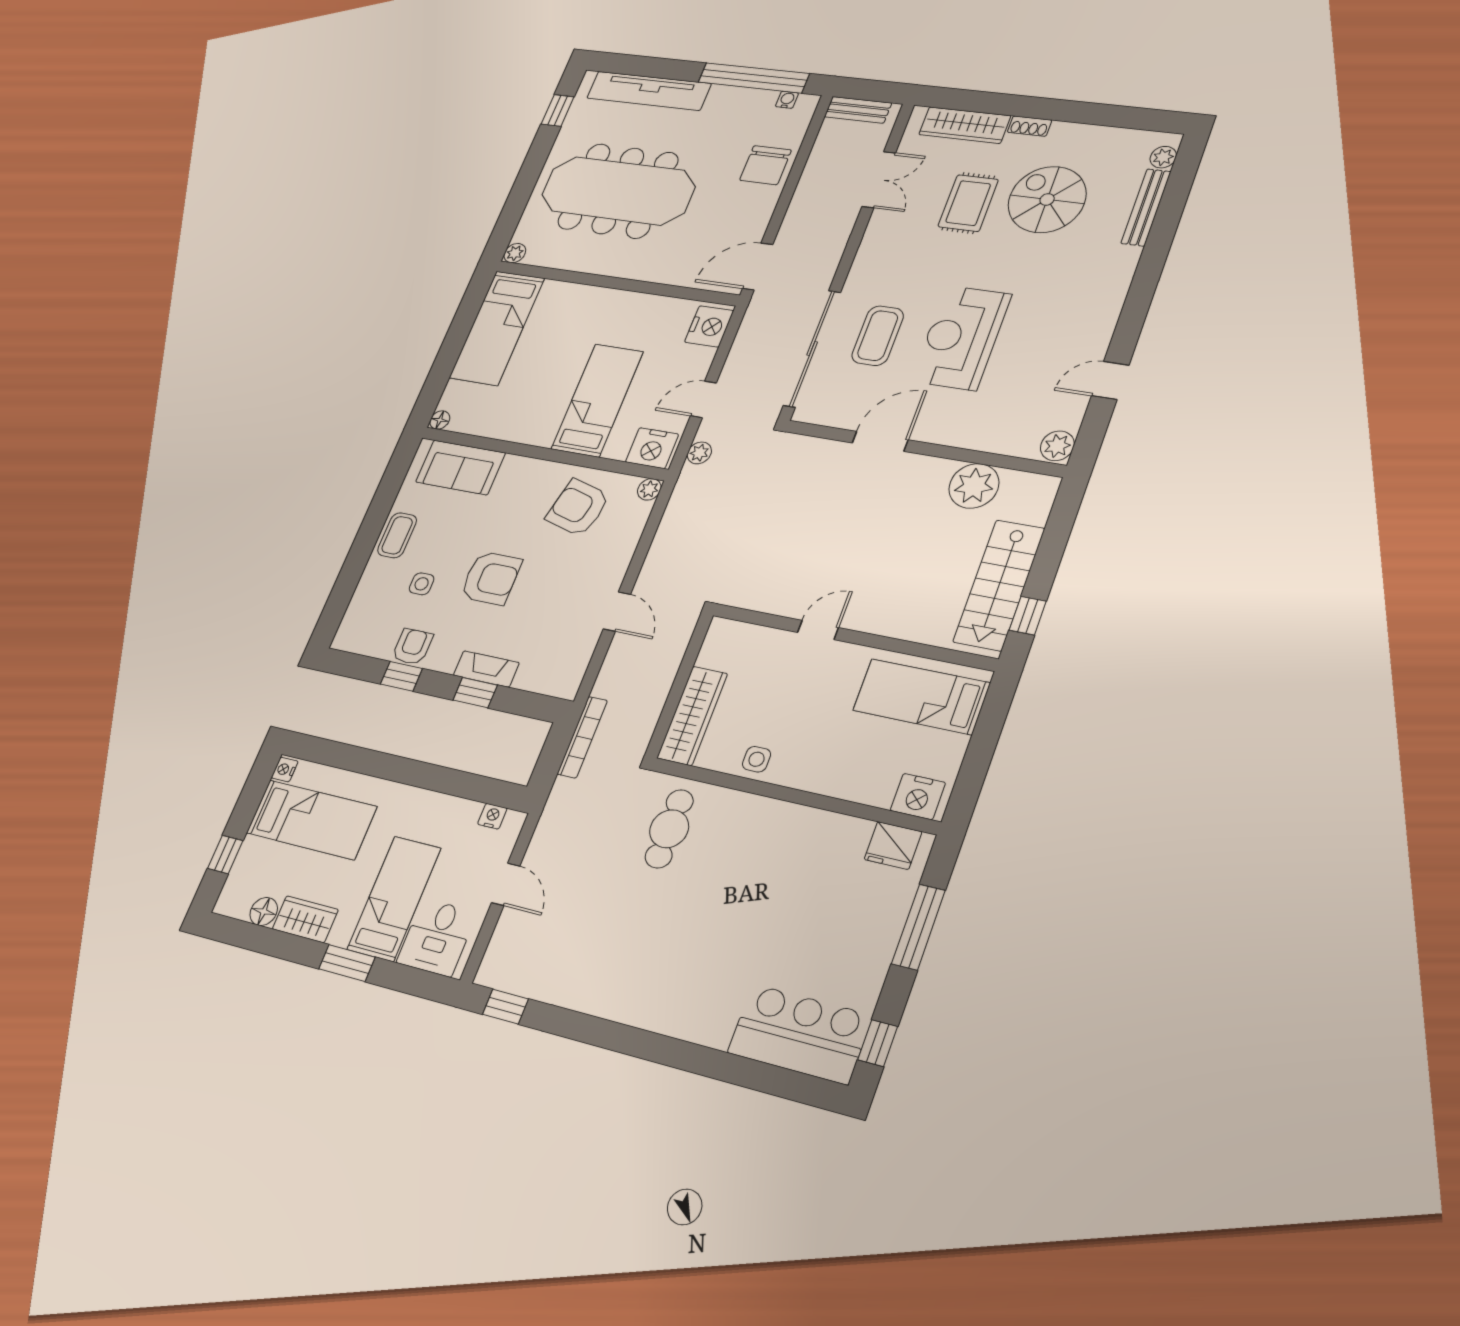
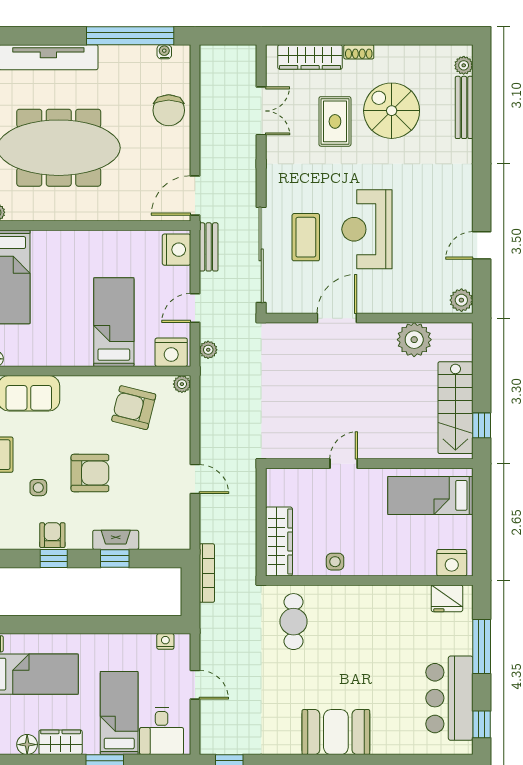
bench: (858, 110) -> (209, 247), moved, turned 90
booth: (666, 1000) -> (336, 732), added
bar counter: (800, 1034) -> (449, 698), moved, turned -90

